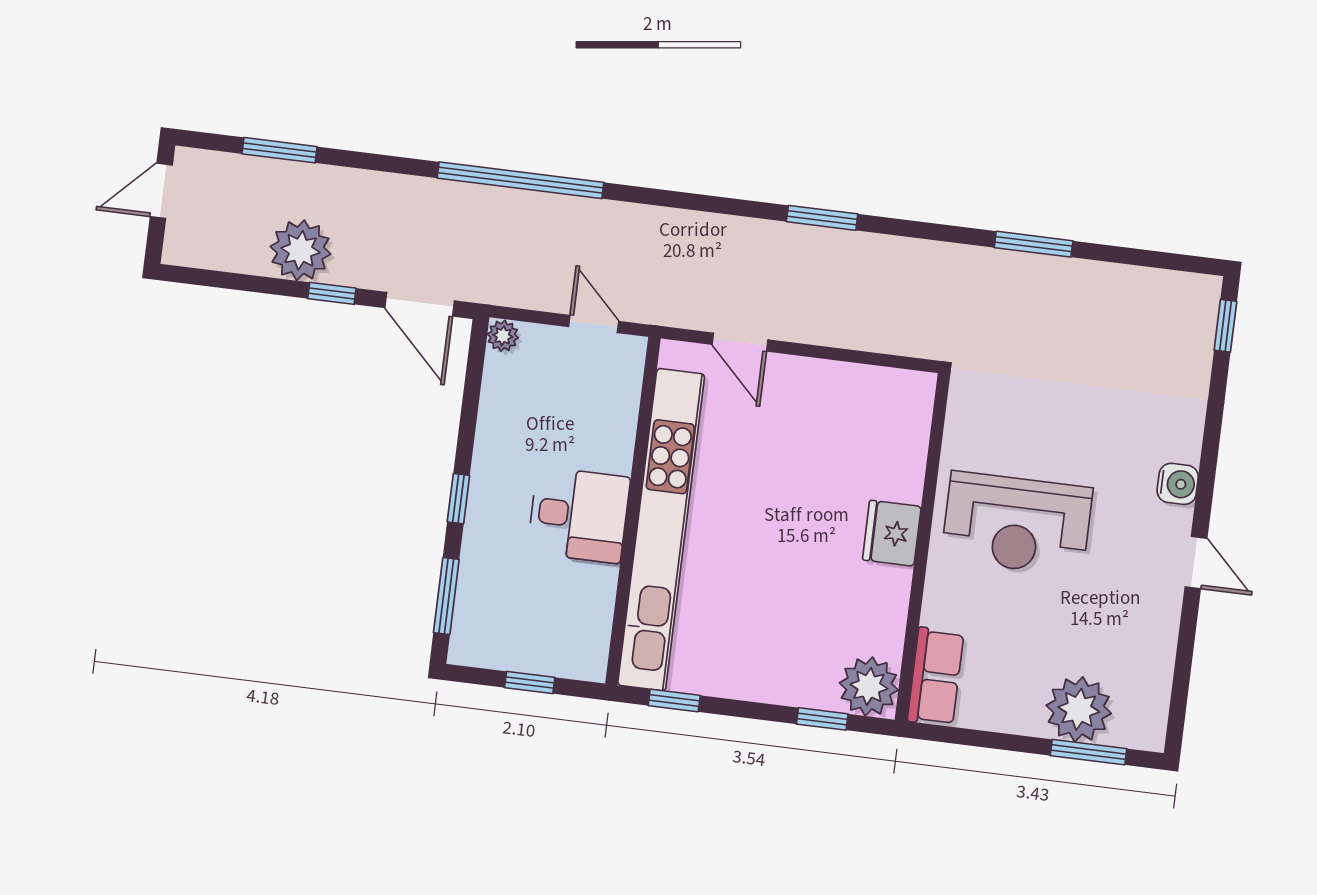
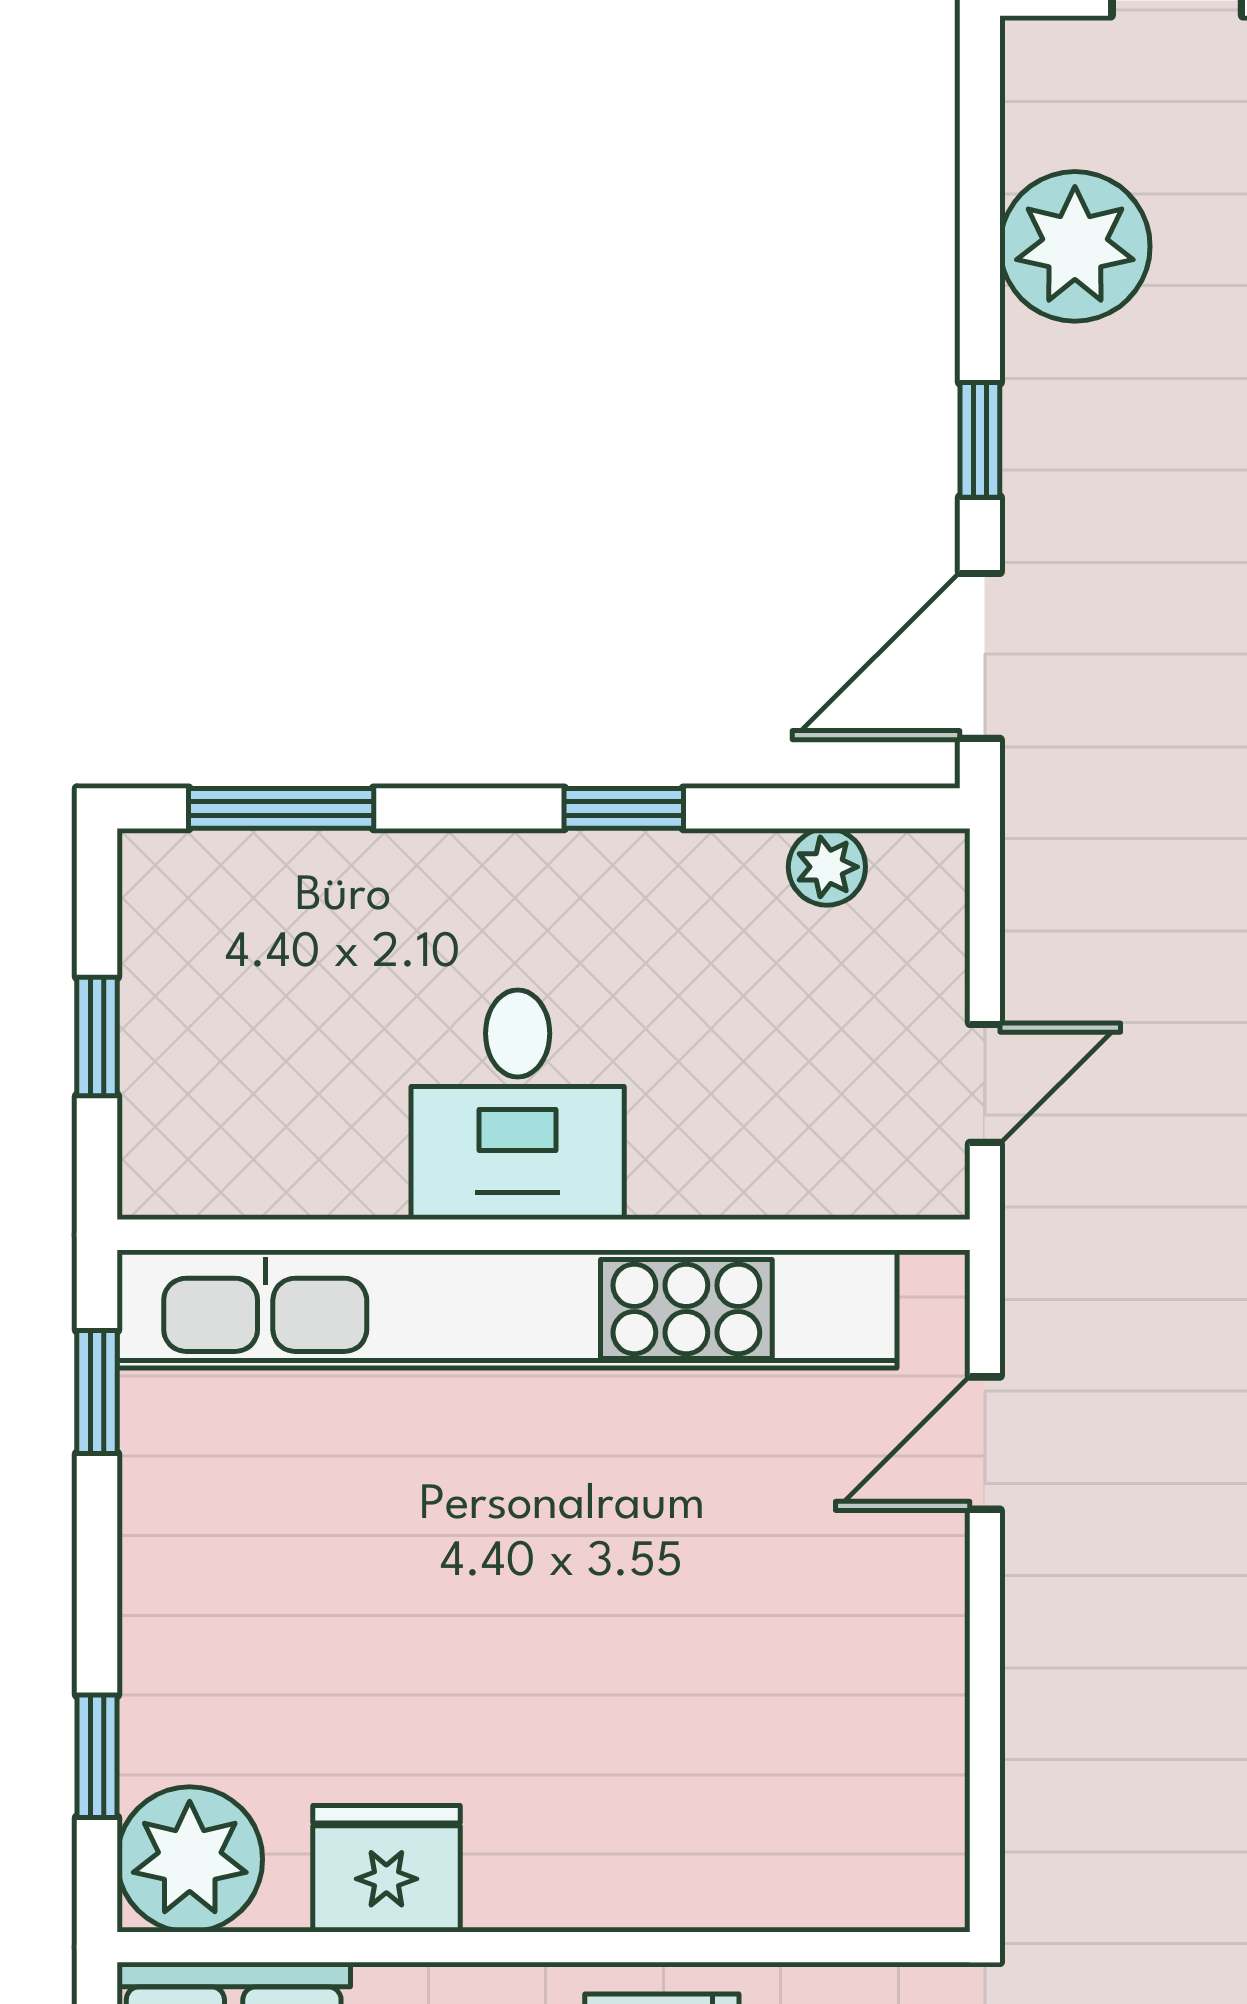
plant: (300, 250) -> (1075, 246), moved
plant: (503, 336) -> (827, 867), moved
window: (458, 499) -> (624, 808), moved
fridge: (892, 533) -> (386, 1869), moved

